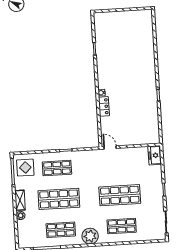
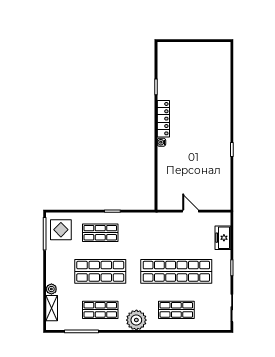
locker: (104, 106) -> (163, 119), moved, width x1.53
door: (110, 148) -> (191, 211), moved
freezer: (155, 155) -> (223, 238), moved
shop shelf: (120, 195) -> (176, 271), width x1.40
shelving: (20, 200) -> (52, 308), moved

